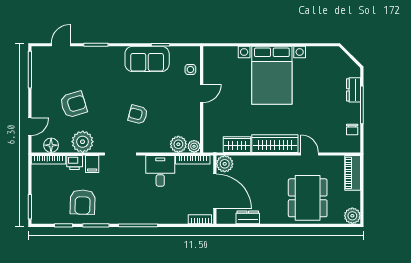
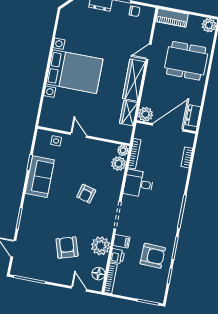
plant: (225, 164) -> (145, 114), moved
wall: (215, 190) -> (166, 127), moved
door: (215, 191) -> (168, 127), moved

